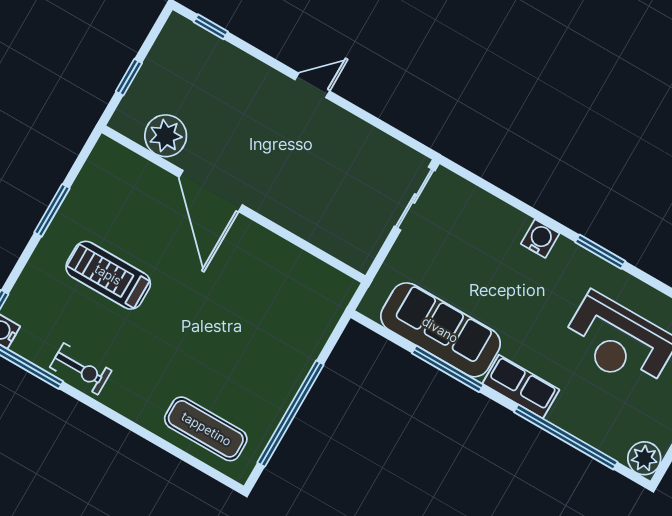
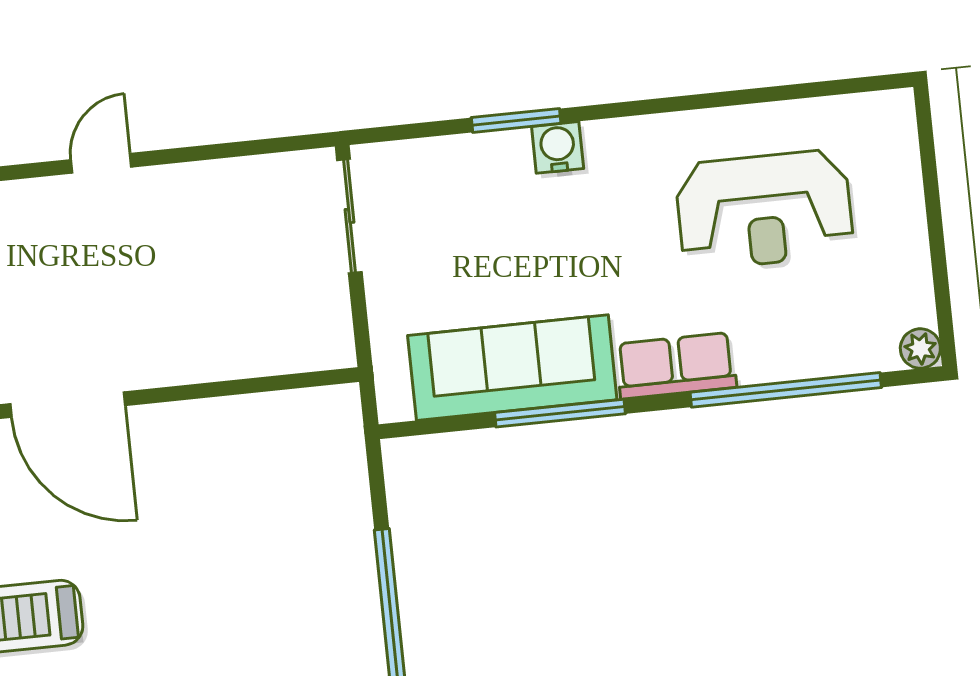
window: (600, 252) -> (516, 120), moved
plant: (644, 458) -> (920, 348), width x0.73, depth x0.73

